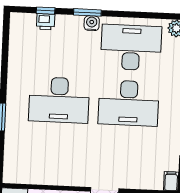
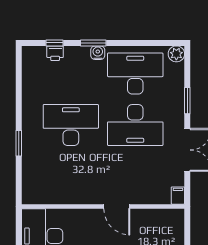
desk: (59, 100) -> (71, 125), turned 180

